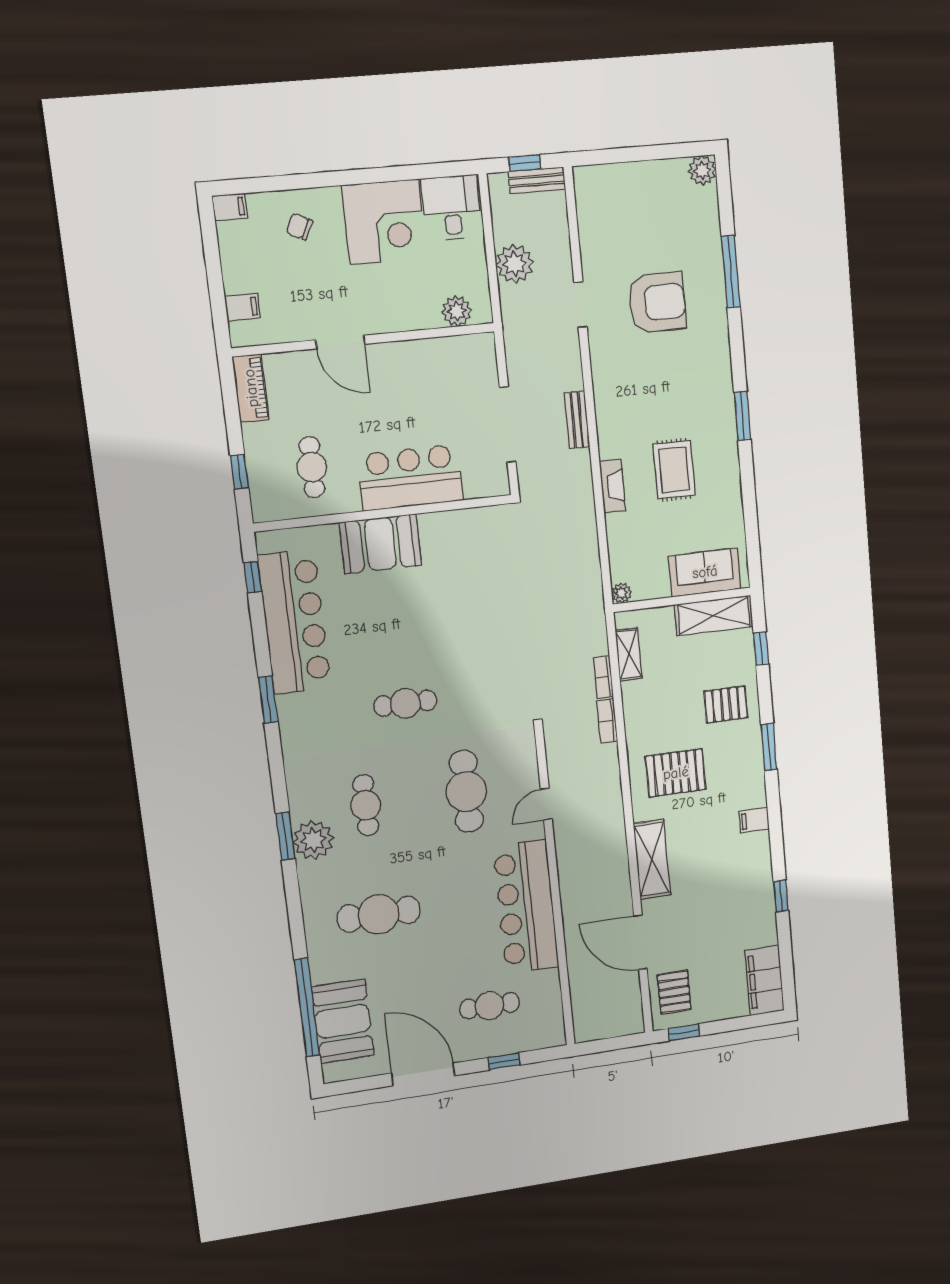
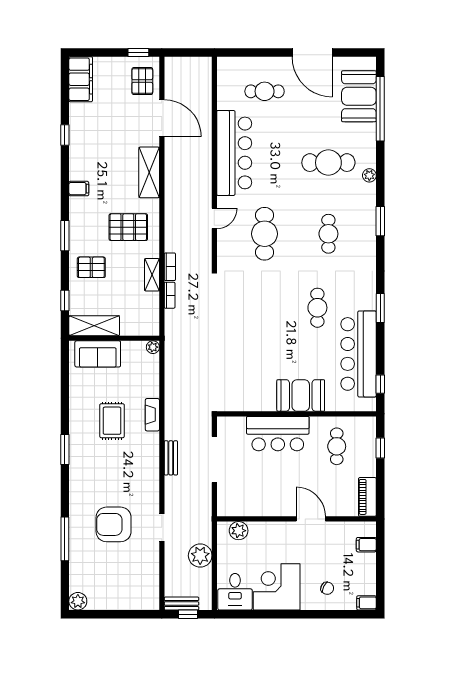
shelving: (629, 654) -> (152, 275), moved
cafe table: (405, 703) -> (317, 308), moved, turned 90
plant: (313, 840) -> (369, 175), moved, width x0.53, depth x0.53
window: (504, 1061) -> (259, 53), removed

